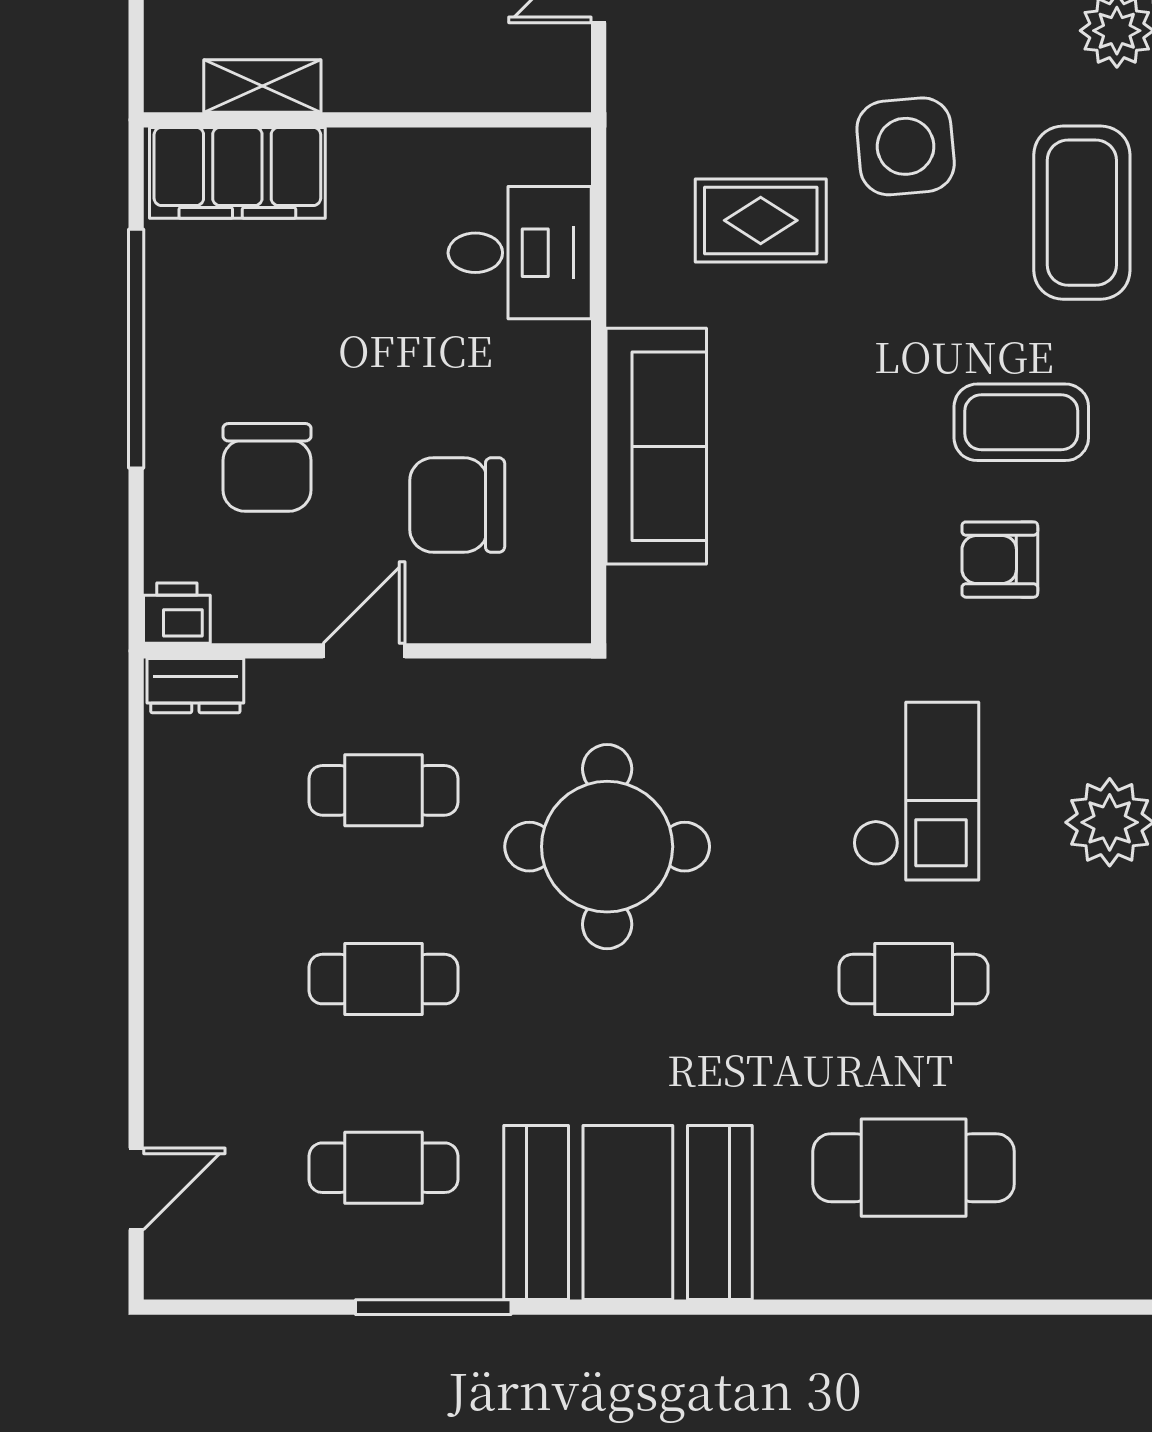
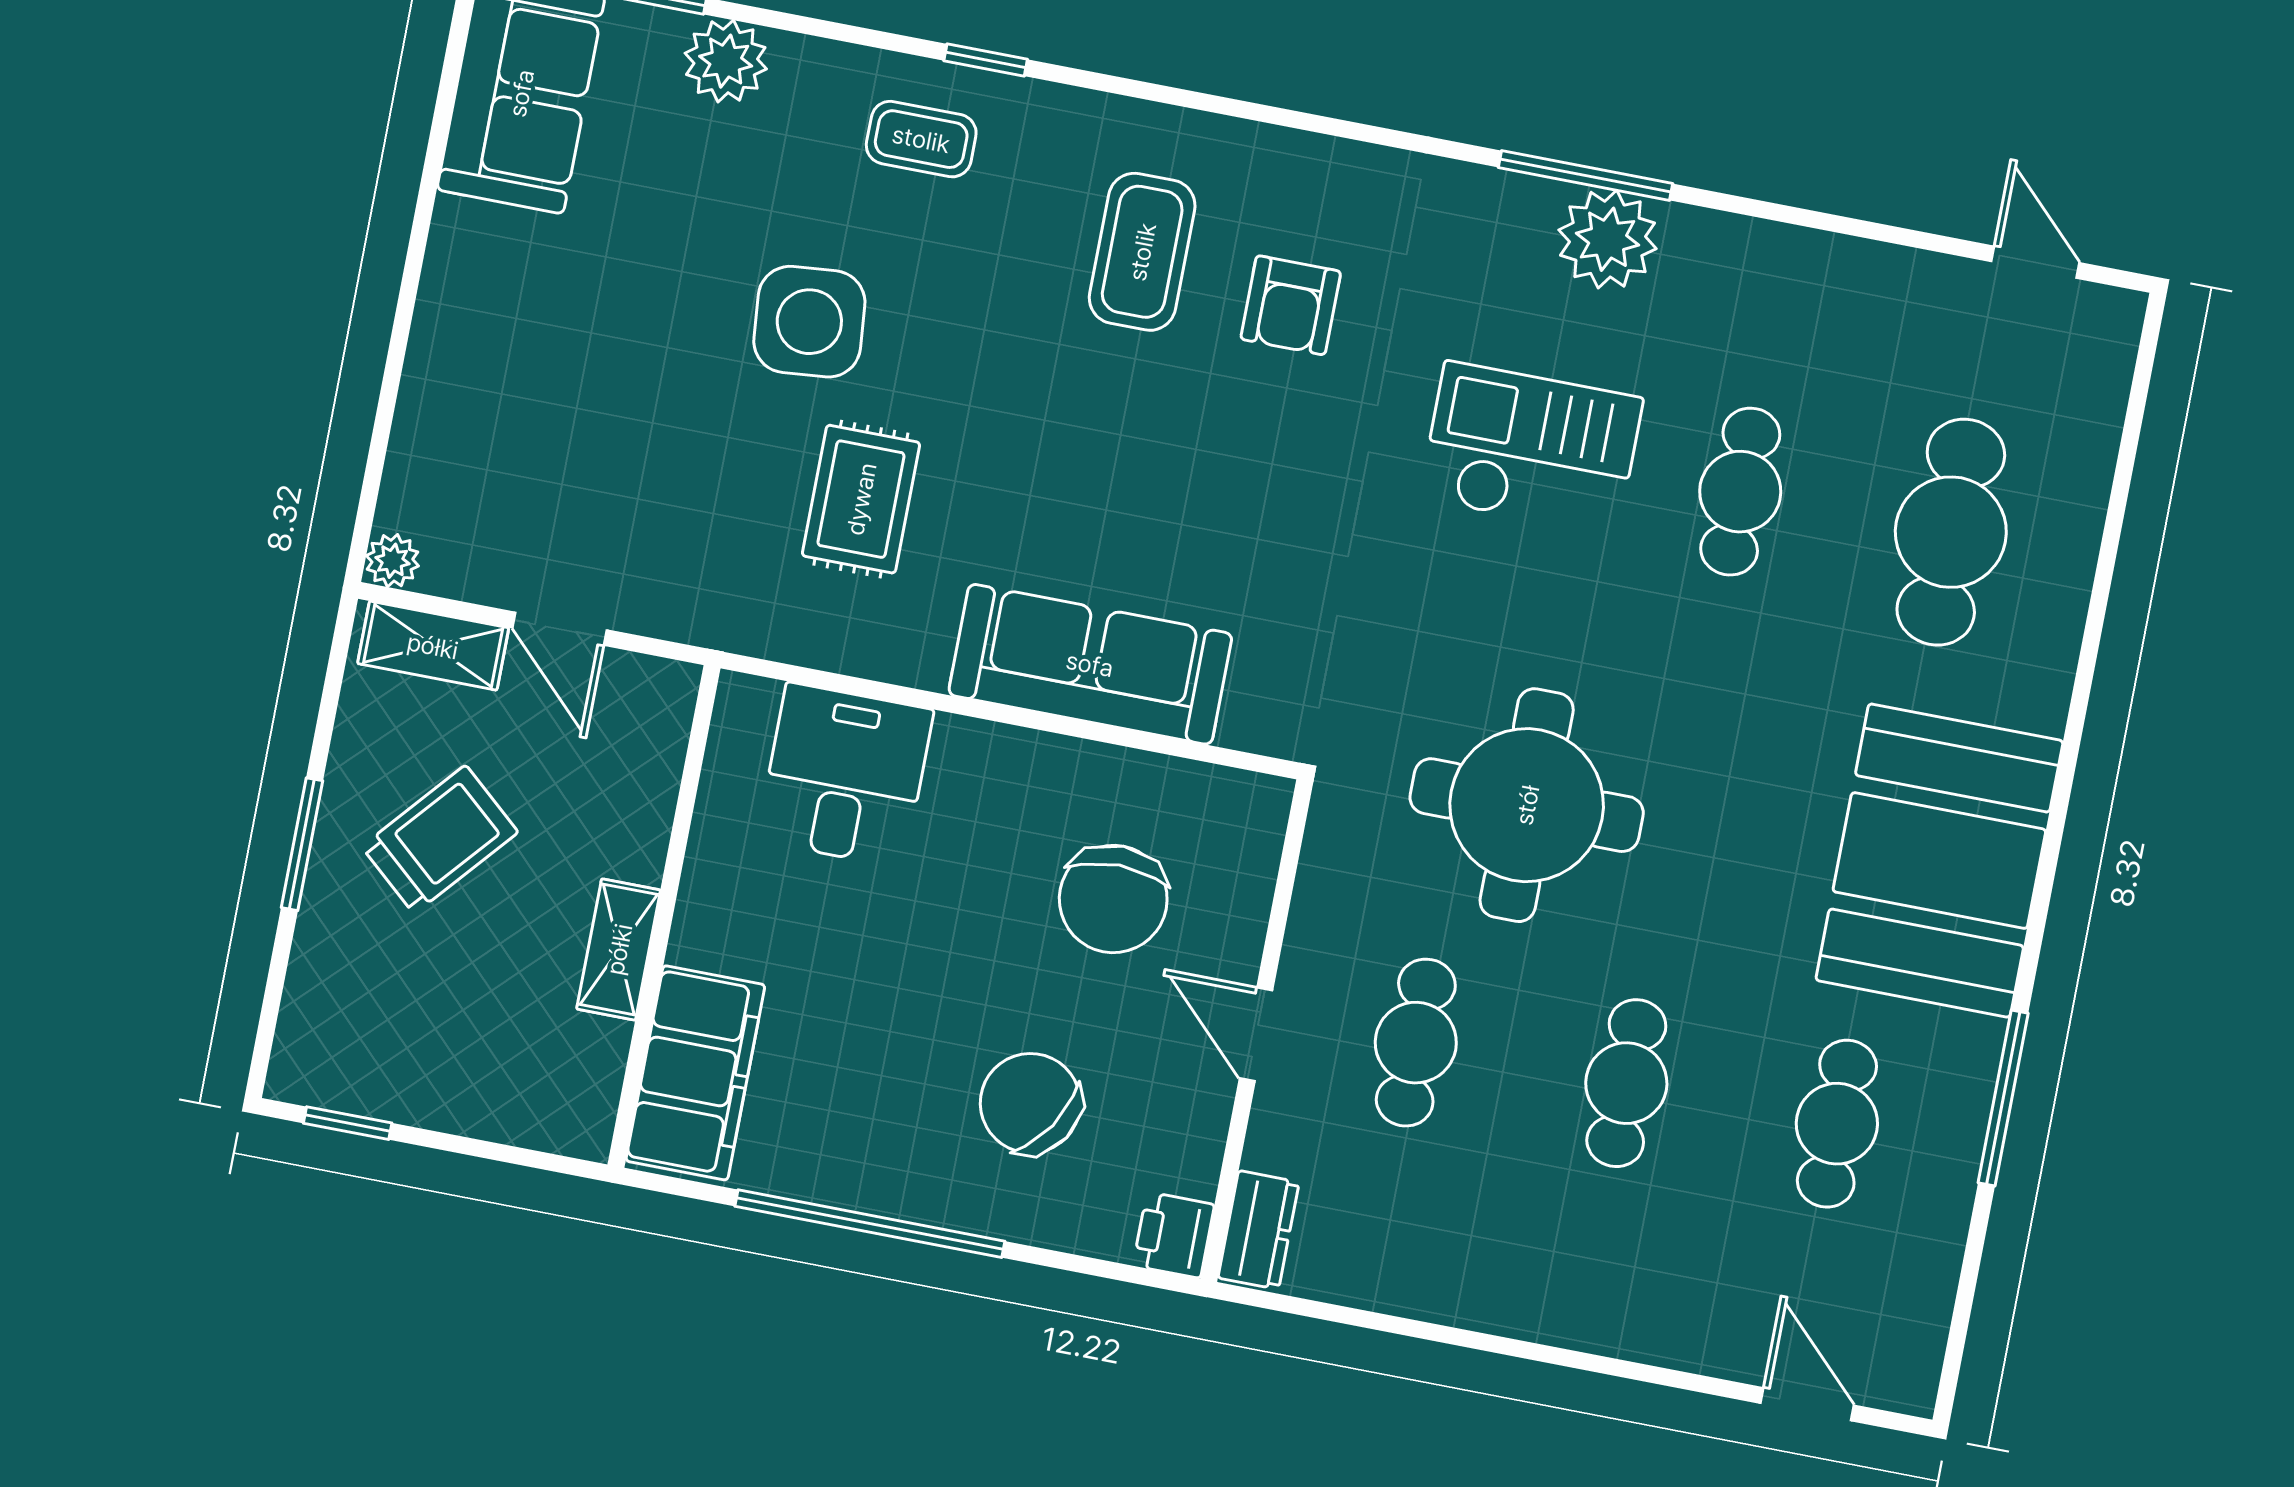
shelving: (262, 86) -> (619, 949), moved
coffee table: (1082, 213) -> (921, 139), width x0.54, depth x0.58
chair: (267, 467) -> (1030, 1103), turned -147

